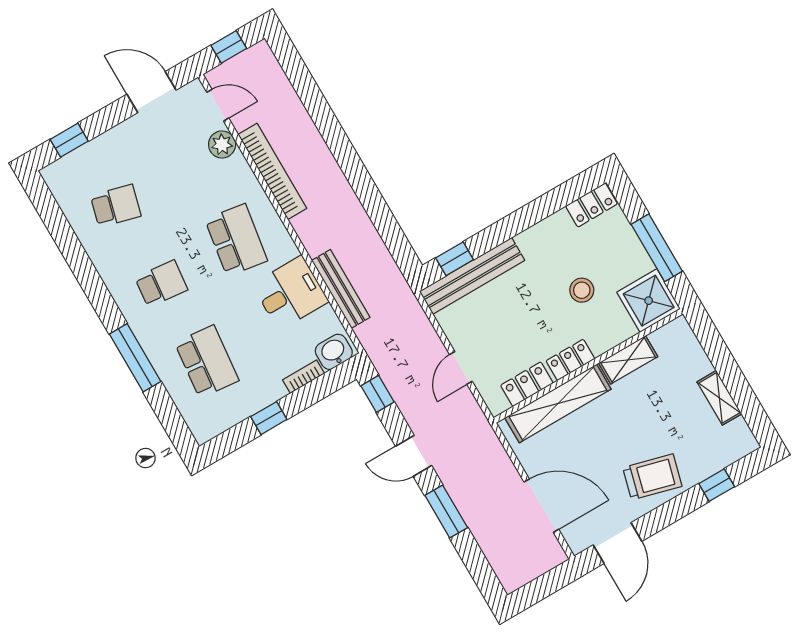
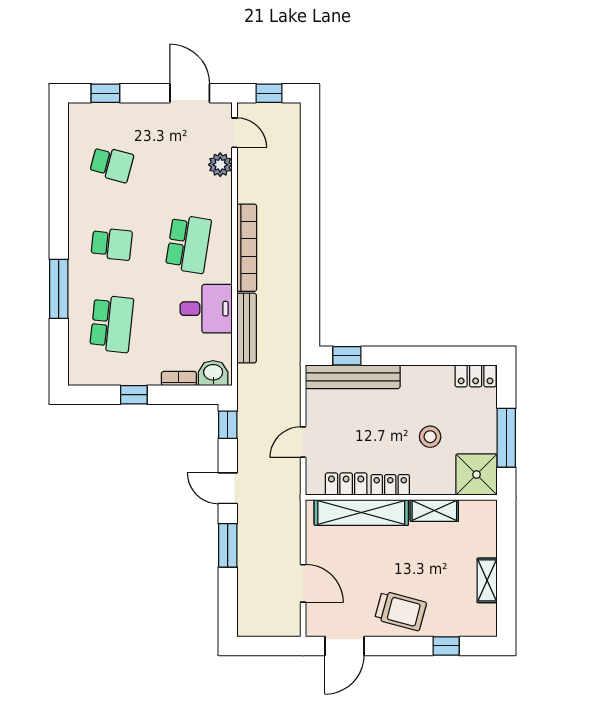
bookcase: (272, 171) -> (247, 248), moved
door: (541, 506) -> (303, 583), width x0.73

